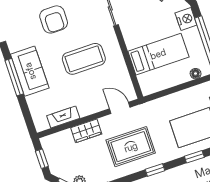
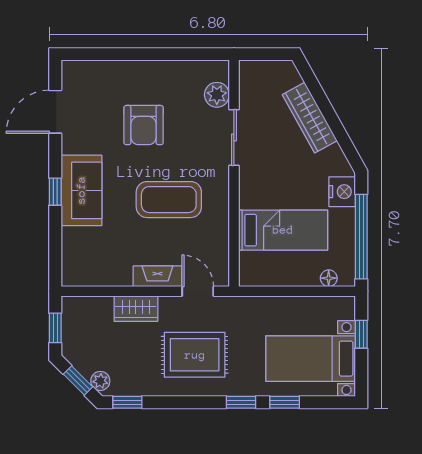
window: (14, 77) -> (55, 192), width x0.46
fireplace: (63, 117) -> (157, 276), moved
window: (155, 170) -> (241, 402), moved

